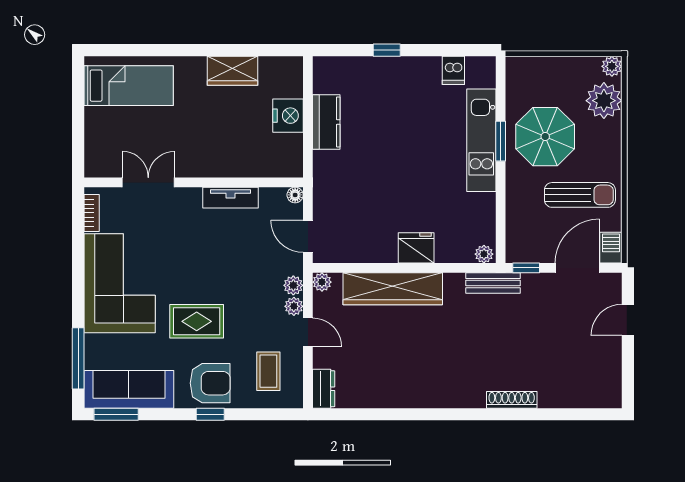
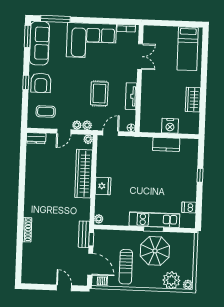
bench: (493, 283) -> (84, 234), moved
rug: (197, 321) -> (99, 94), moved

